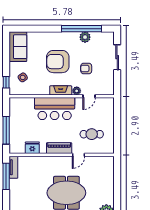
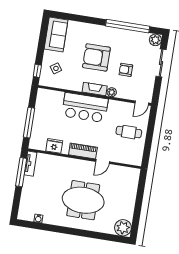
plant: (85, 37) -> (155, 40), moved
door: (89, 96) -> (142, 103), moved
cafe table: (92, 134) -> (129, 132), moved

